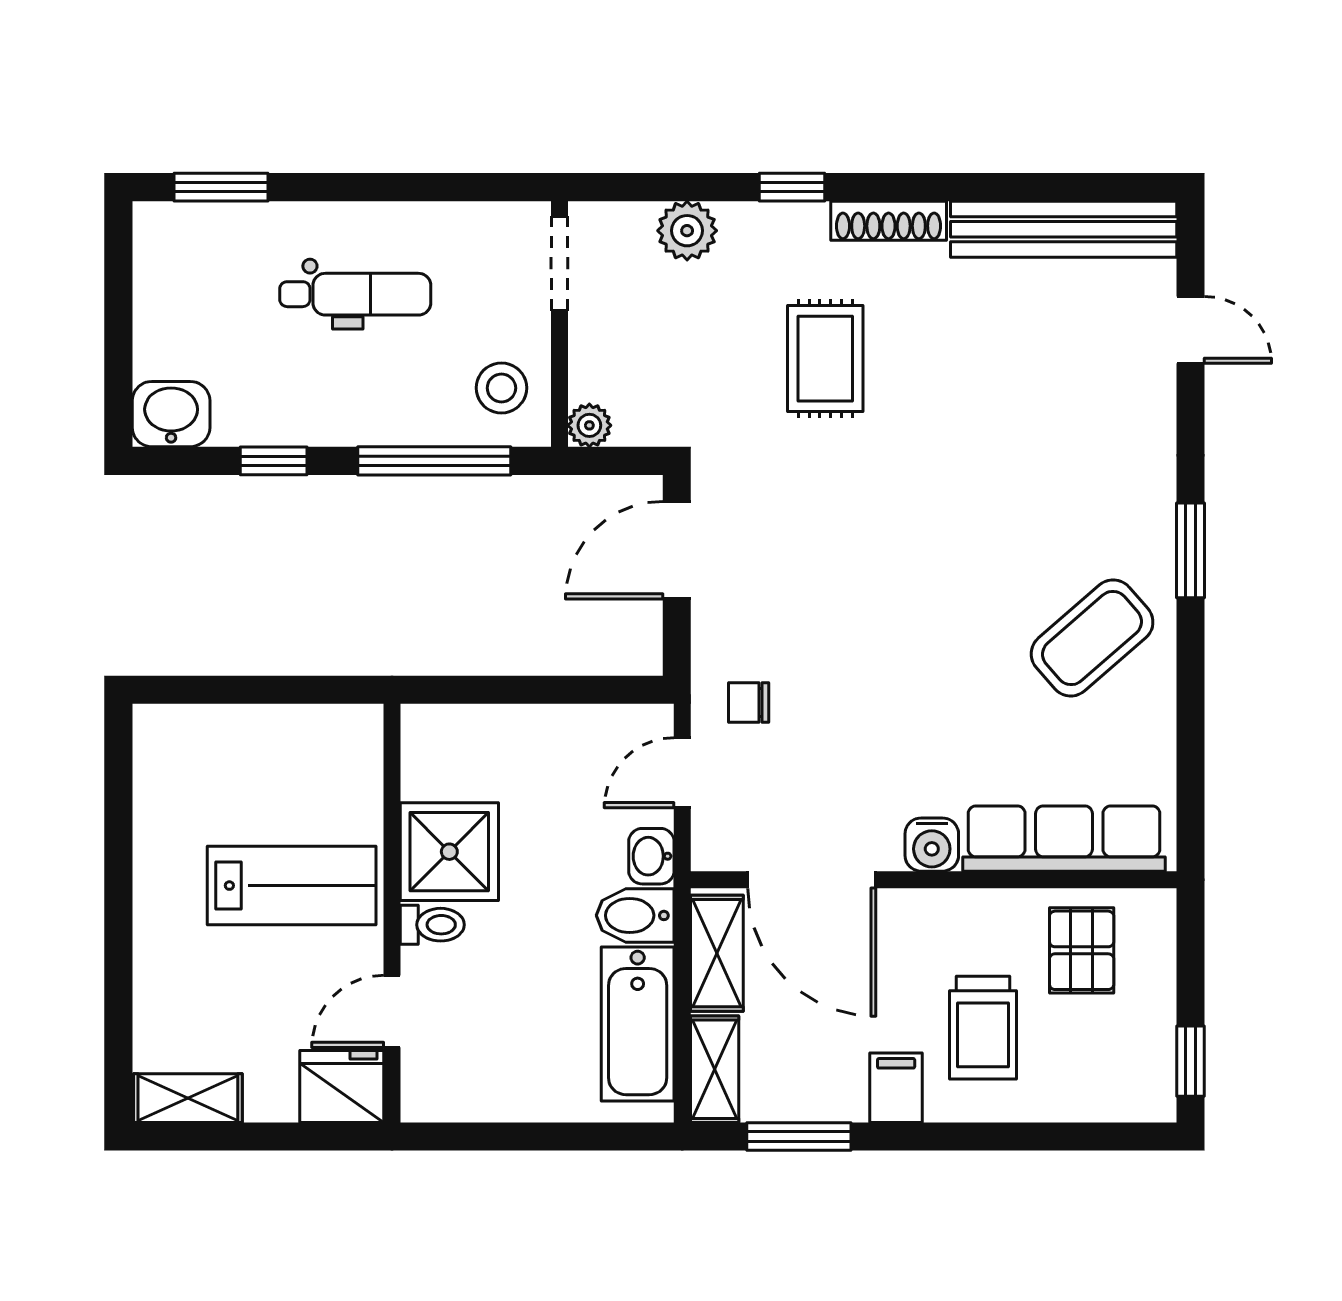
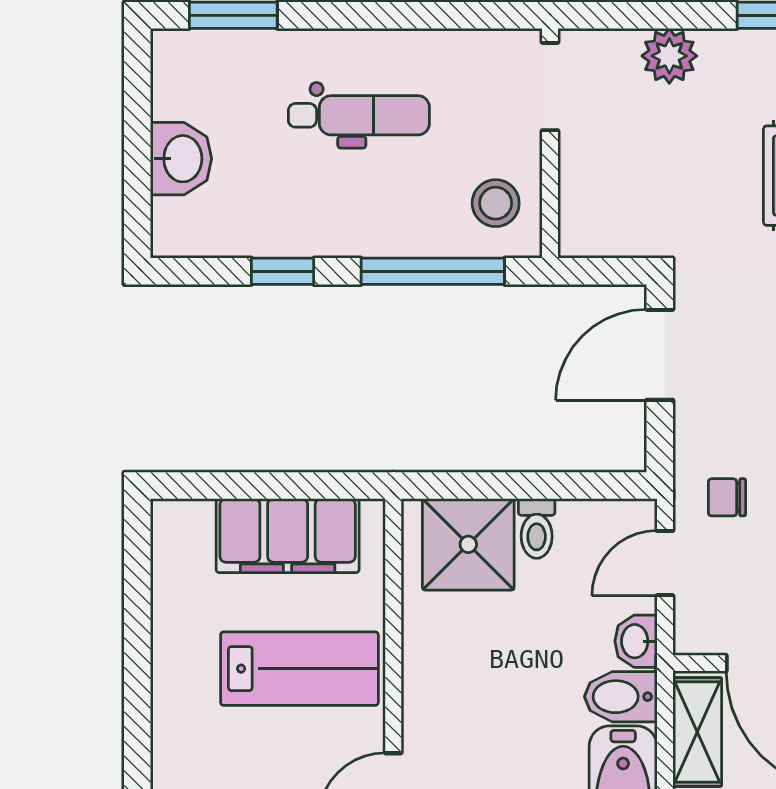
washbasin: (171, 414) -> (181, 159), moved, turned 90
plant: (589, 425) -> (578, 238), removed
filing cabinet: (279, 743) -> (288, 536), added
shower: (449, 852) -> (468, 544), moved
toilet: (432, 925) -> (537, 528), moved, turned 90

